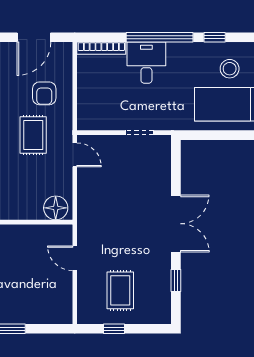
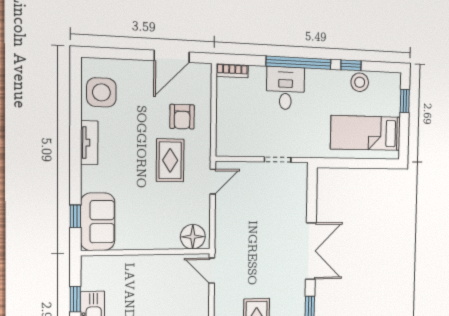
bookcase: (101, 48) -> (232, 71), width x0.64
stool: (230, 69) -> (360, 82), moved
door: (75, 155) -> (213, 182), hinge flipped
door: (75, 258) -> (212, 271), moved

